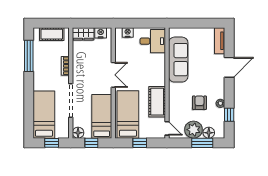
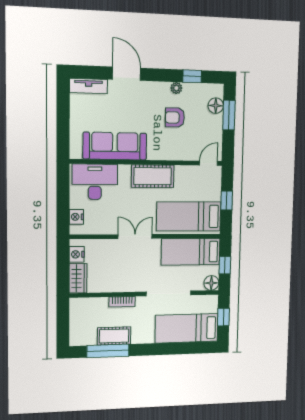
cot: (52, 34) -> (114, 336), moved, turned 90
desk: (153, 41) -> (95, 182), width x1.37
cot: (157, 102) -> (153, 176), moved
plant: (194, 130) -> (211, 127), removed

